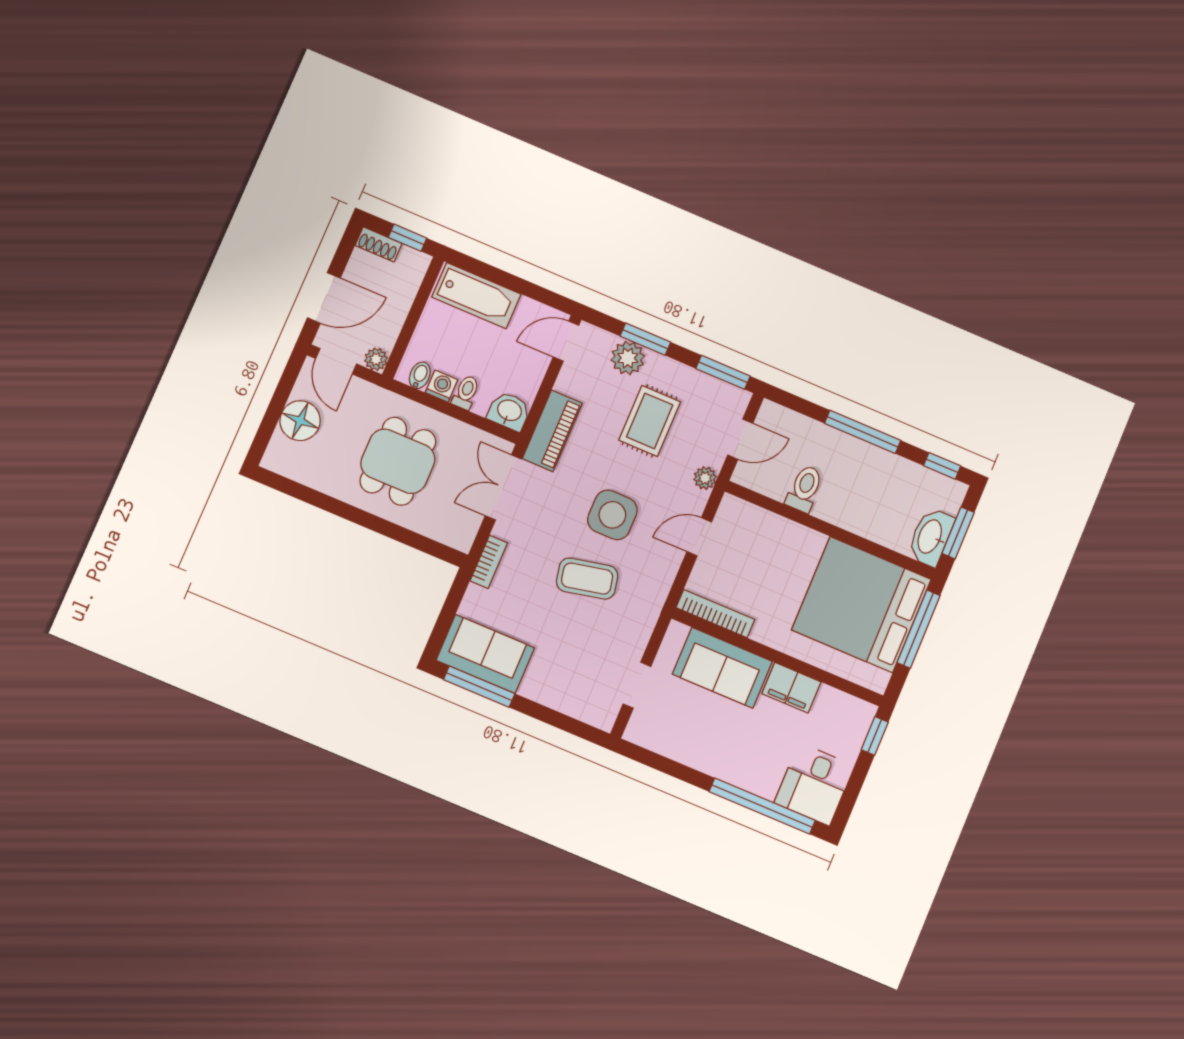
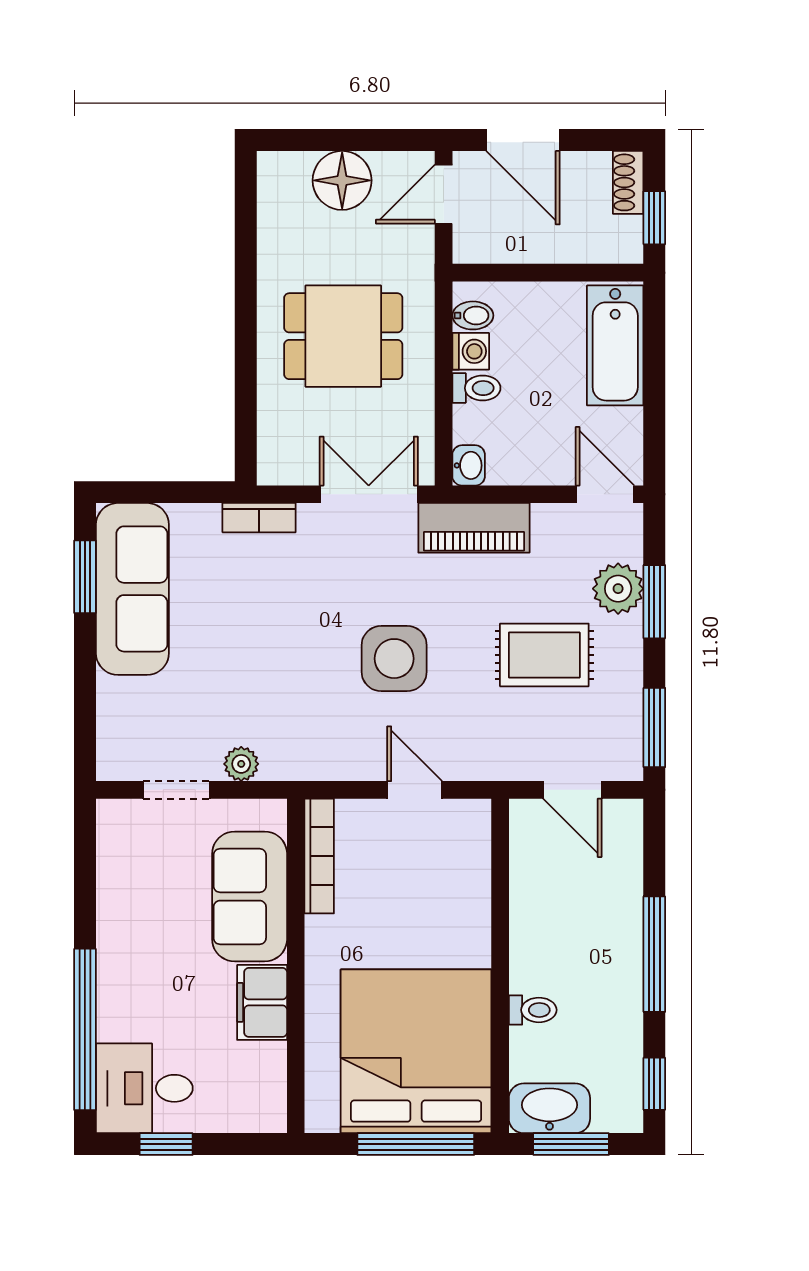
plant: (376, 359) -> (469, 247), removed
washbasin: (509, 411) -> (469, 465), width x0.72, depth x0.69
plant: (705, 478) -> (241, 764), moved
toilet: (805, 489) -> (533, 1010), moved, width x0.73, depth x0.72
coffee table: (587, 579) -> (293, 661), removed
sofa: (485, 654) -> (132, 589), width x1.36
window: (479, 687) -> (85, 577), width x0.69
window: (875, 736) -> (166, 1144), moved

